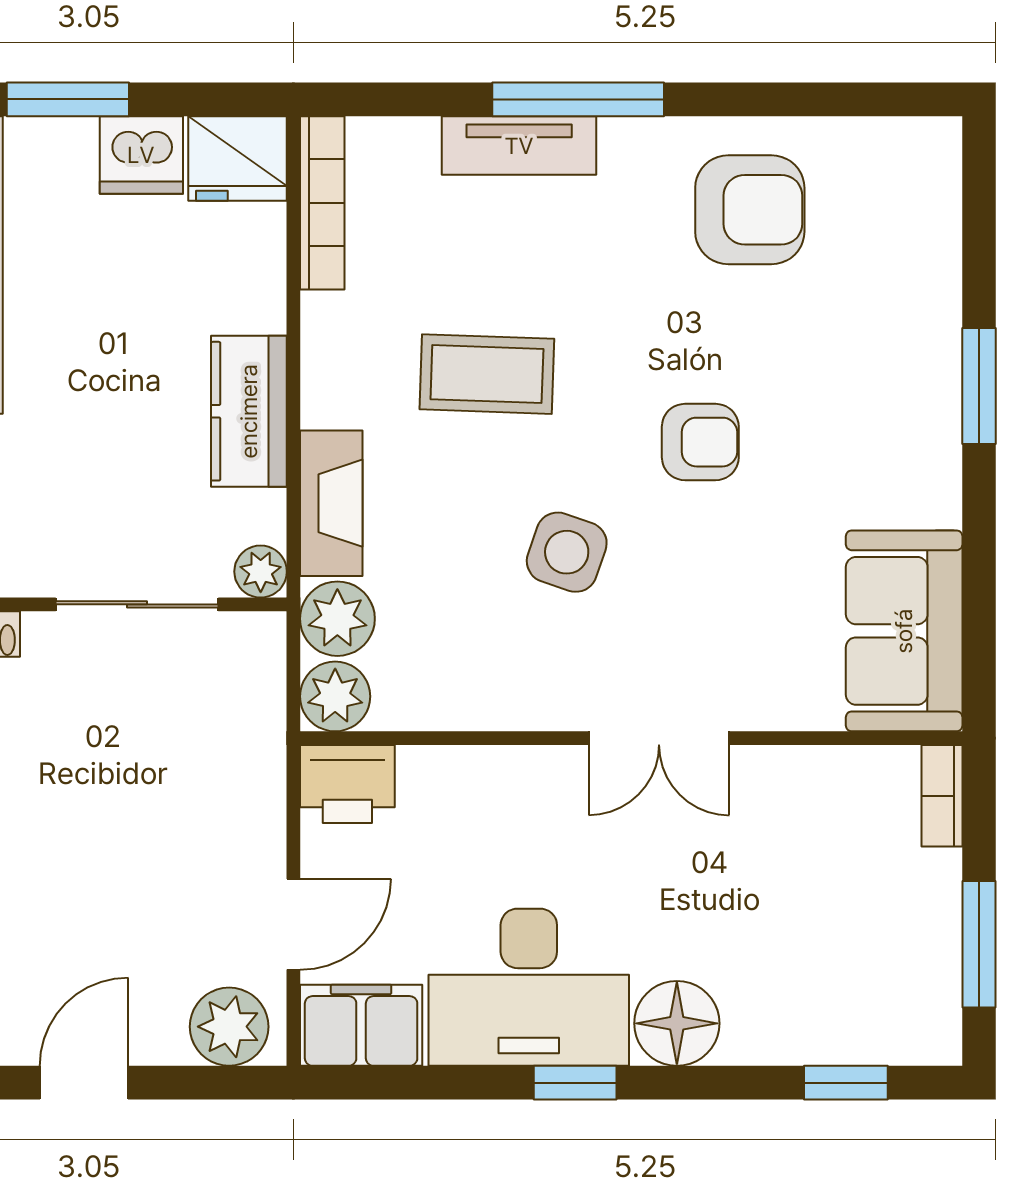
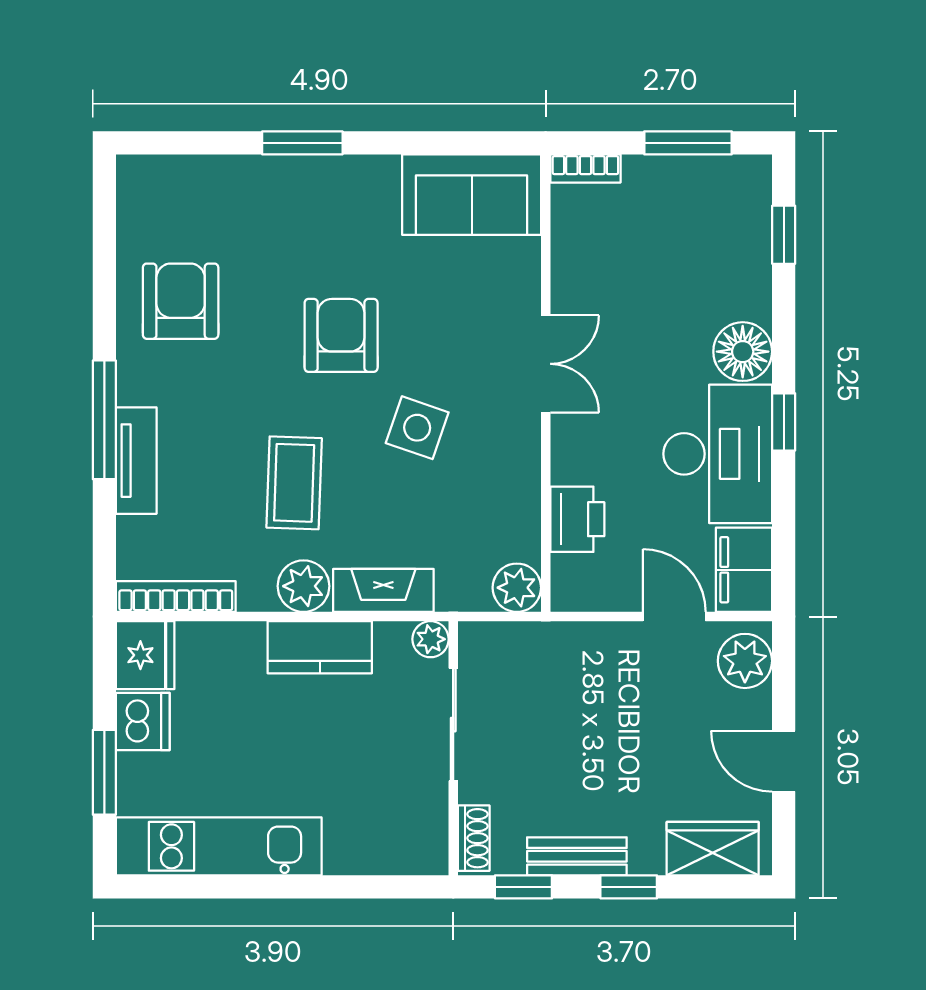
armchair: (700, 442) -> (341, 335), width x1.38, depth x1.38
plant: (337, 619) -> (304, 586), moved
printer: (347, 784) -> (577, 519), moved

